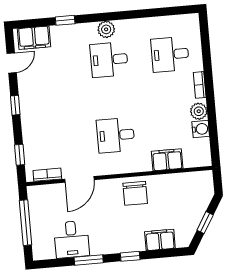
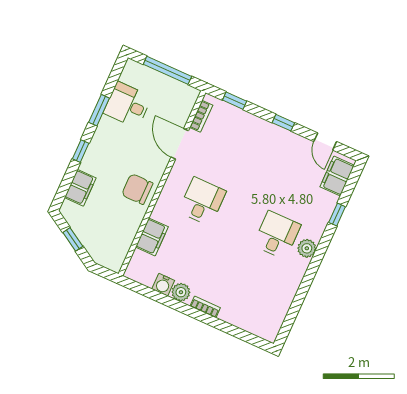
desk: (170, 54) -> (250, 295), removed

